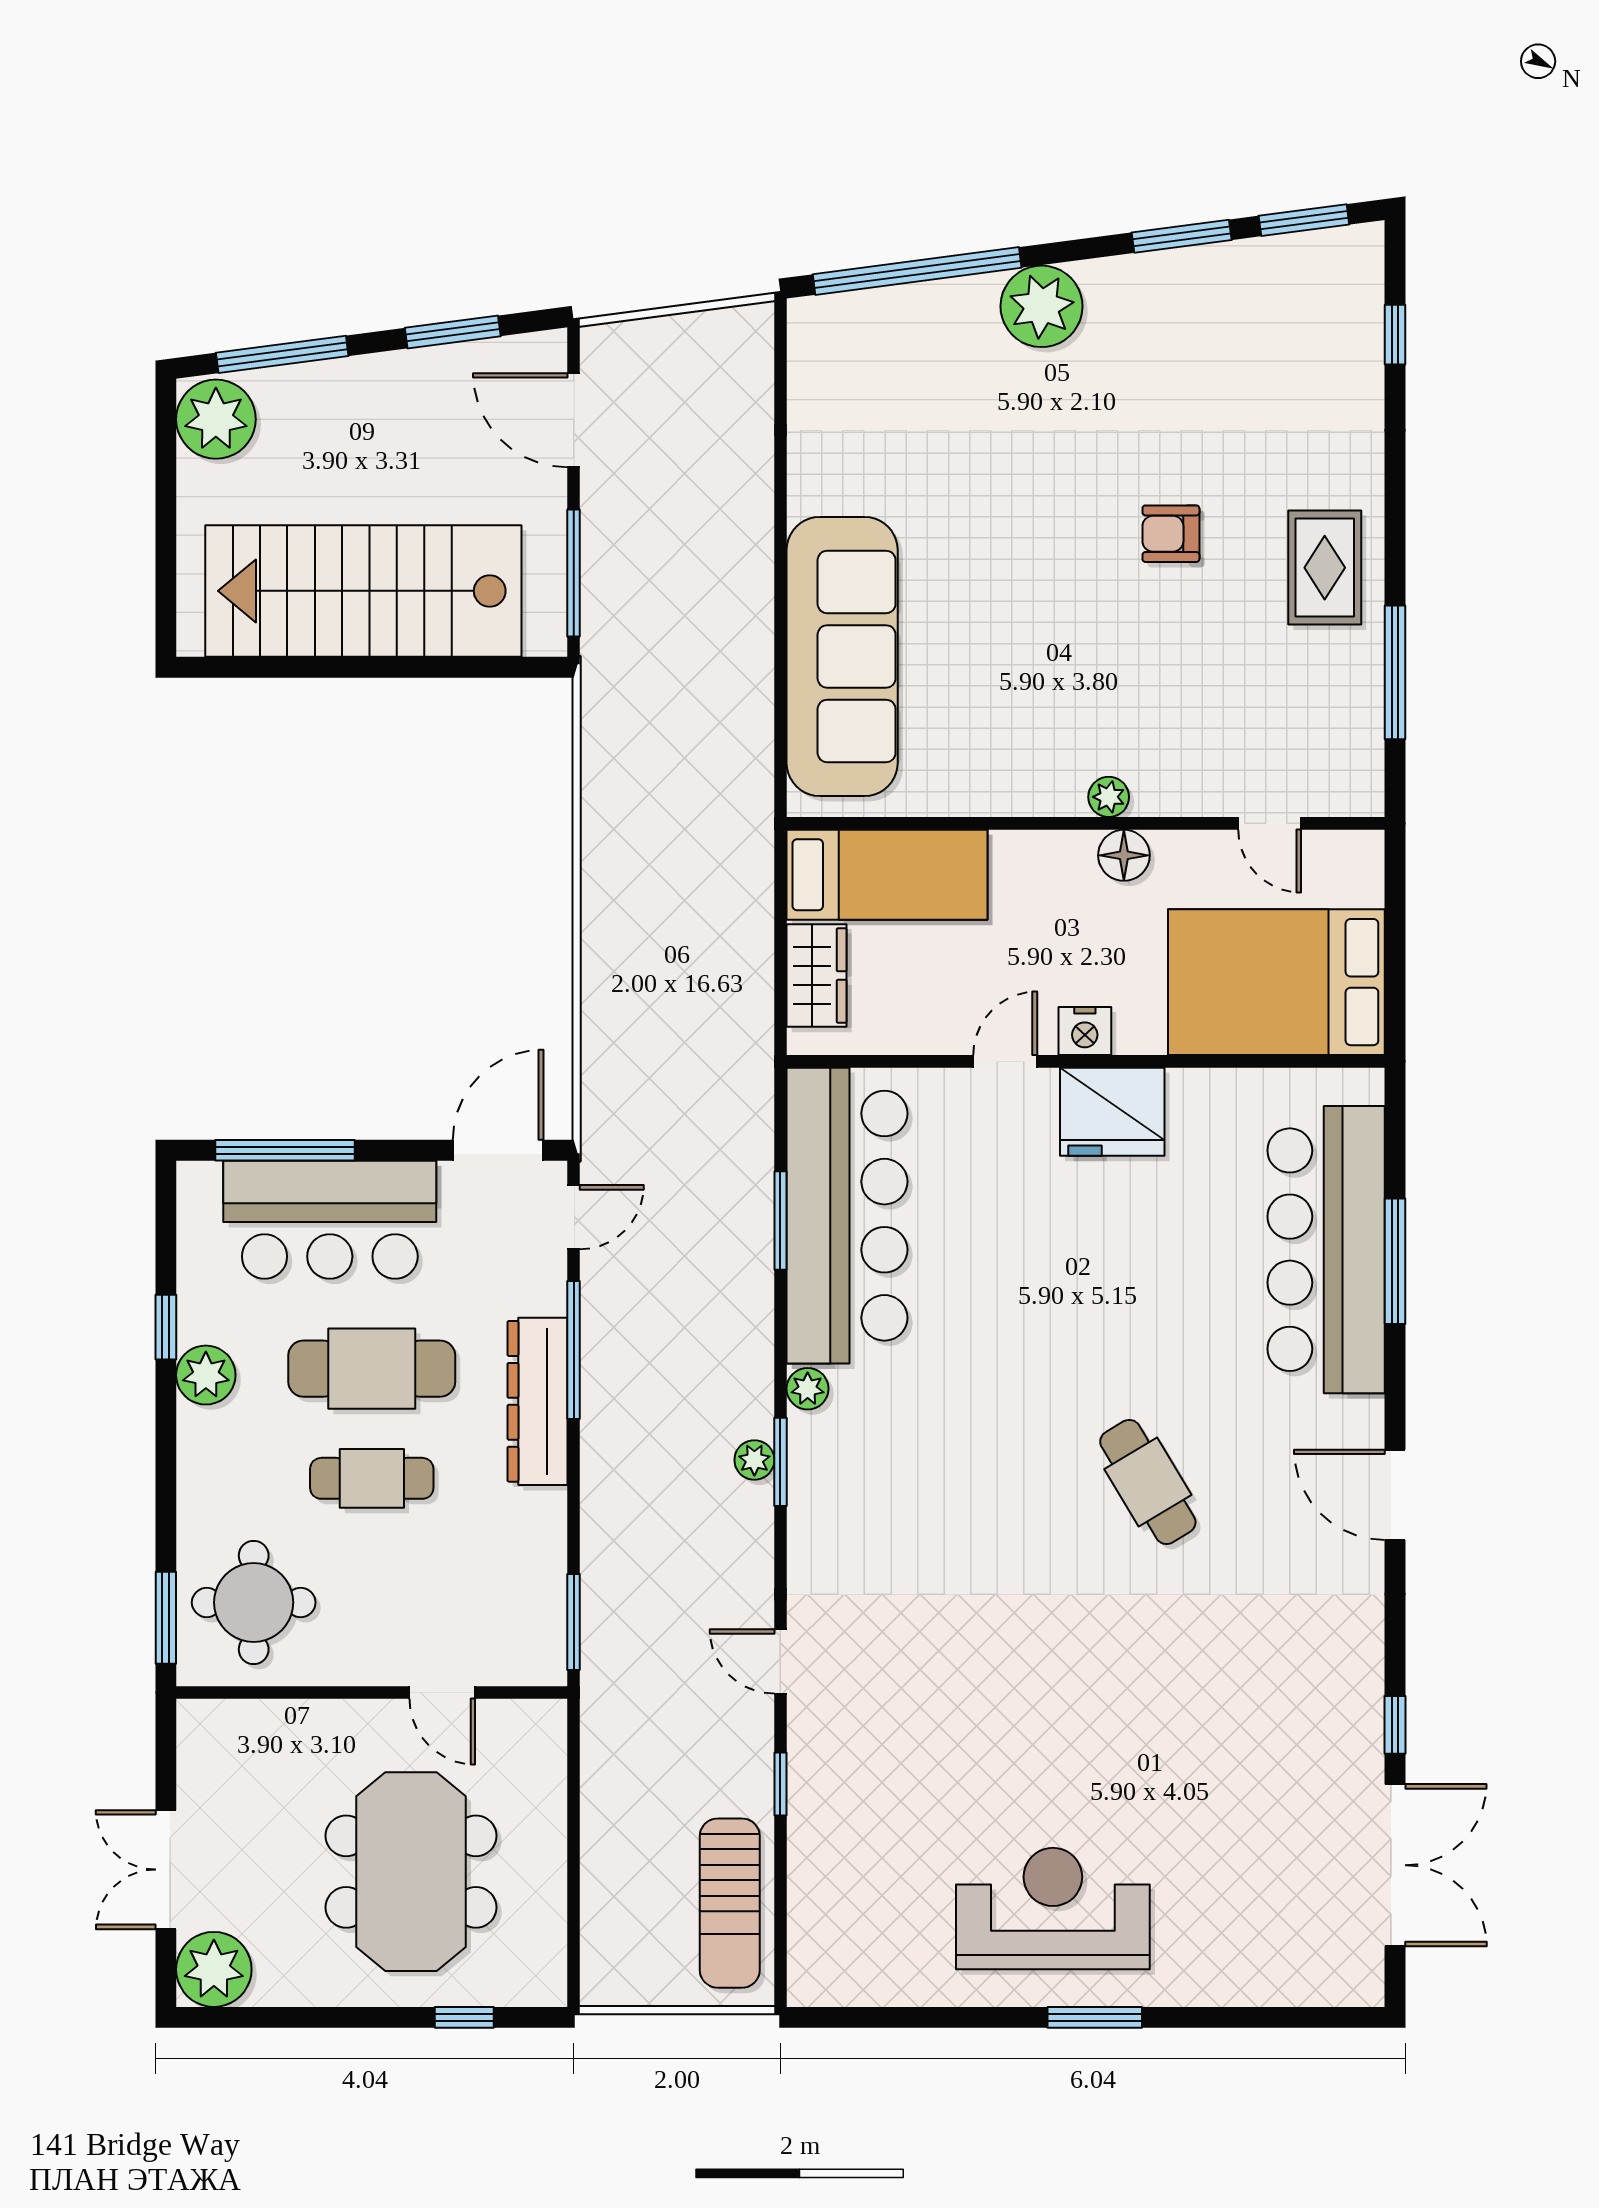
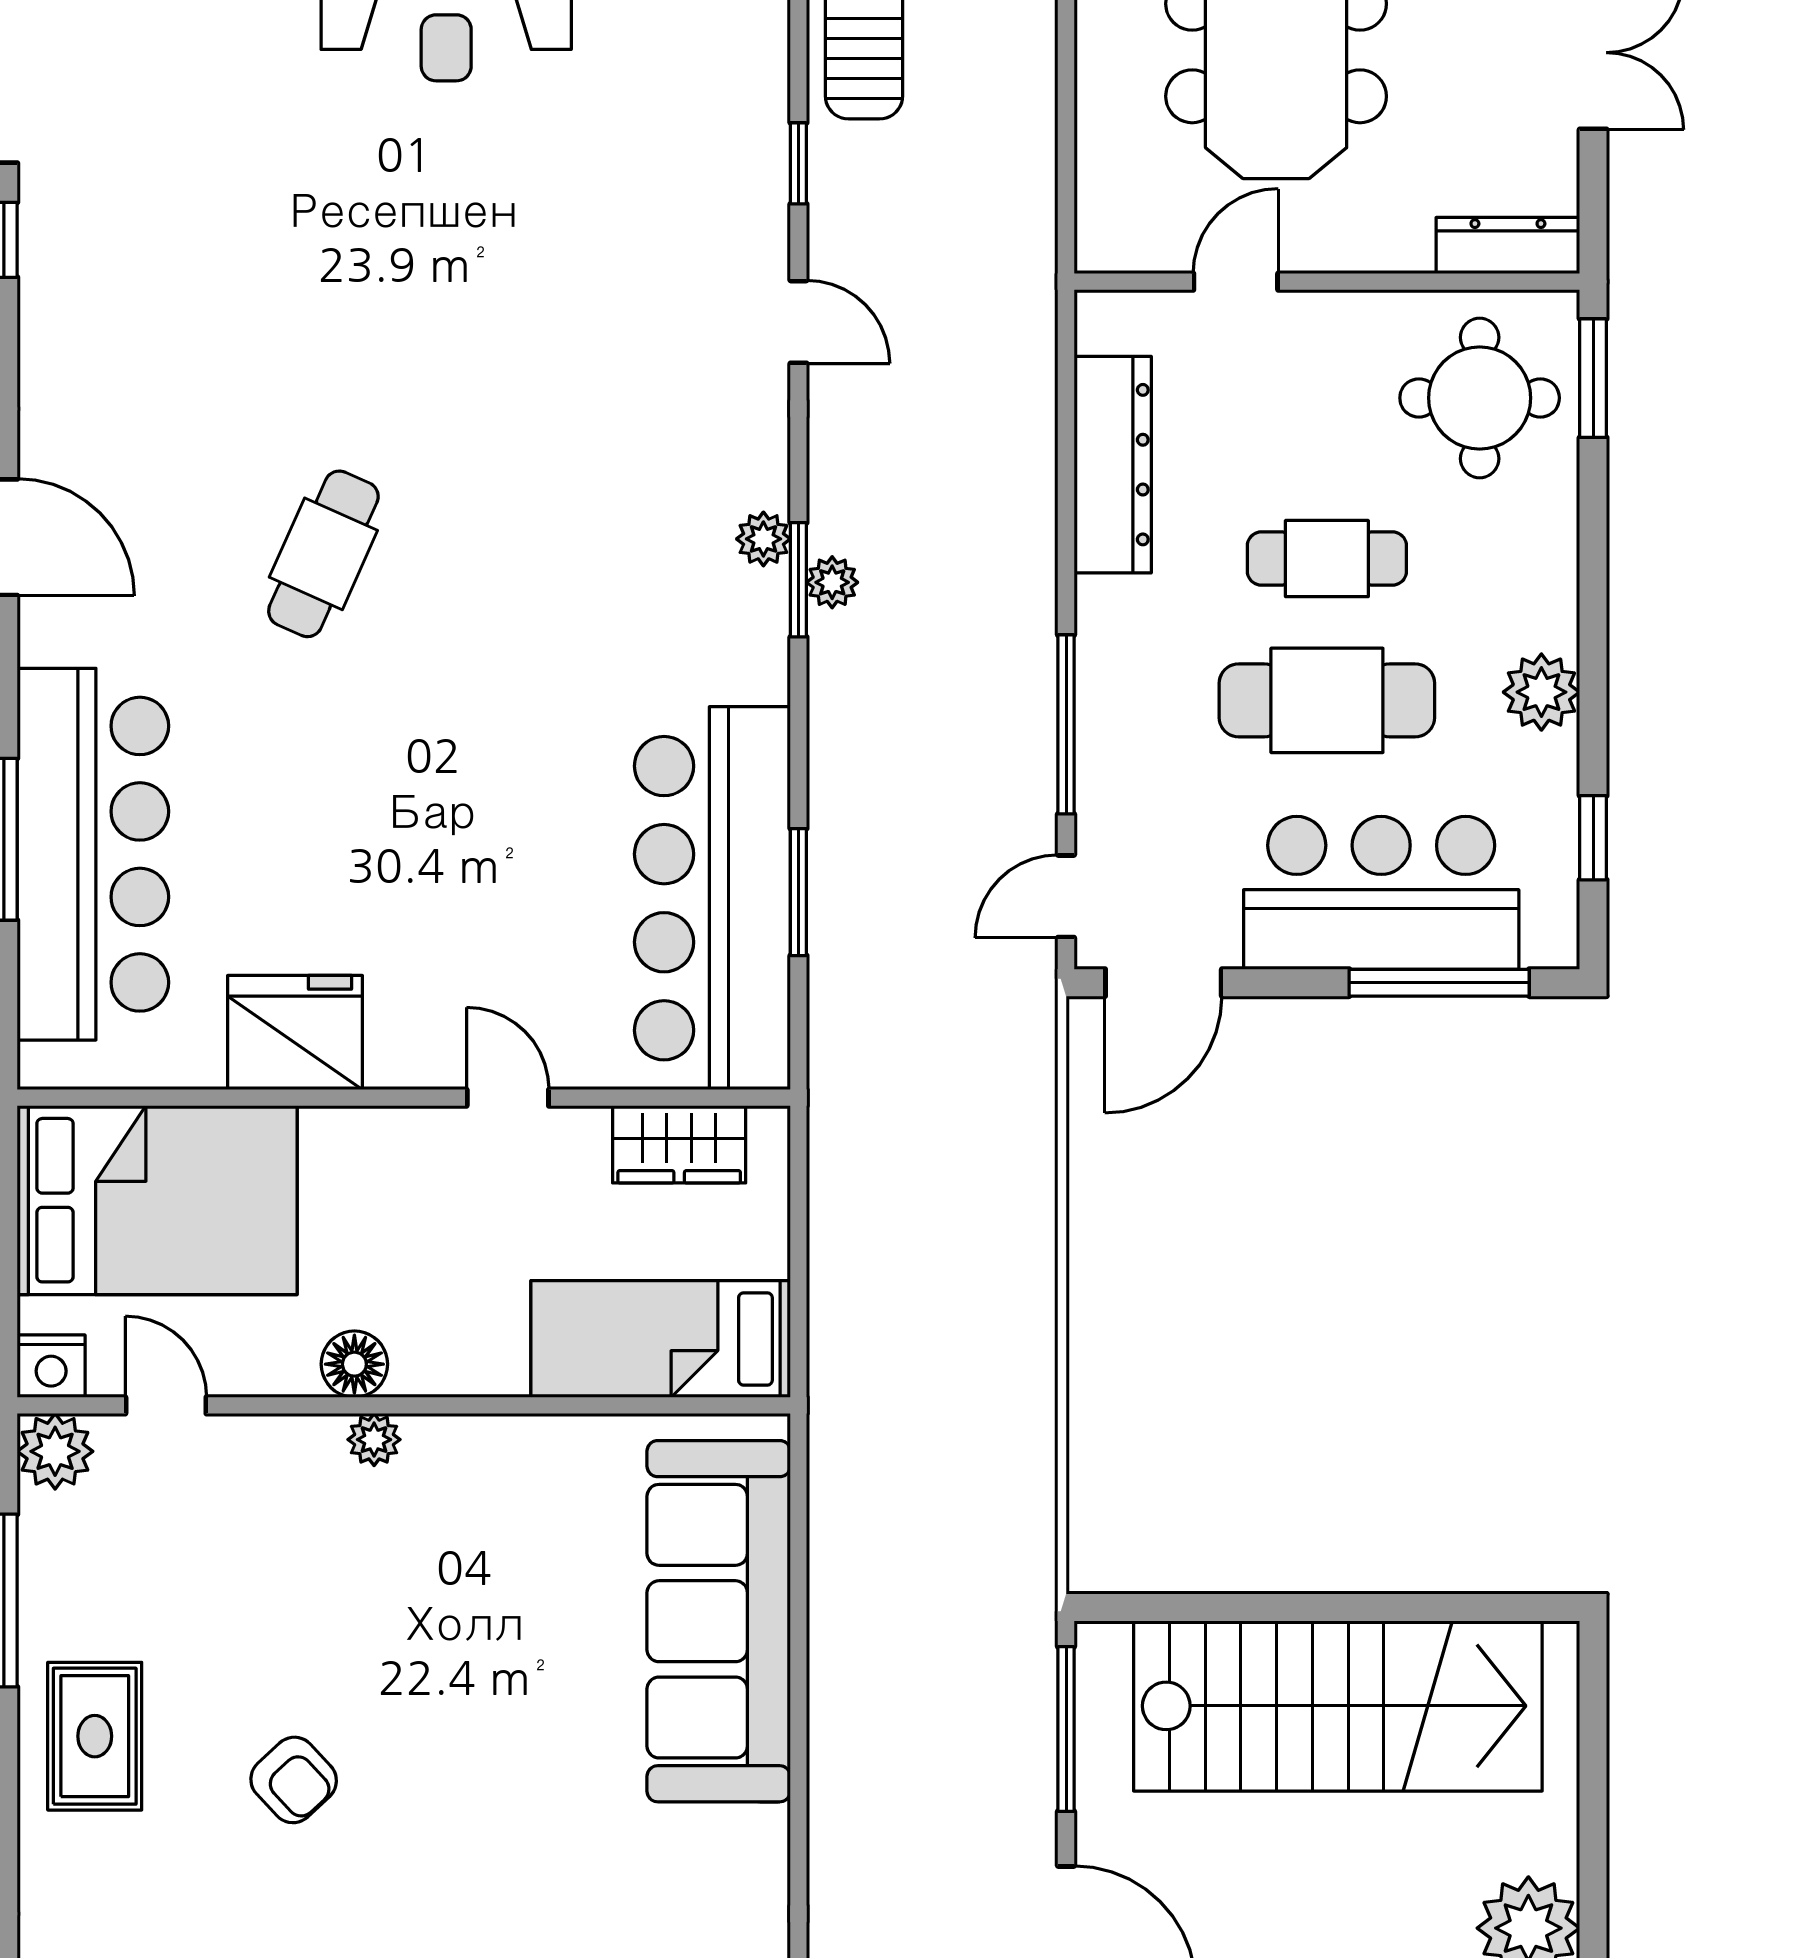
armchair: (1171, 534) -> (294, 1780), turned 47
plant: (1355, 788) -> (55, 1451), added
wardrobe: (817, 975) -> (679, 1144), moved, turned -90
nightstand: (1085, 1031) -> (51, 1366), moved, turned 180
door: (1005, 1061) -> (508, 1098), swing flipped
fridge: (1112, 1112) -> (295, 1033), moved
window: (166, 1327) -> (1593, 838), moved
plant: (808, 1389) -> (763, 539), moved
dresser: (537, 1401) -> (1113, 465), moved
cafe table: (1148, 1482) -> (323, 554), turned 55
window: (574, 1622) -> (1066, 373), removed
door: (442, 1692) -> (1236, 282), hinge flipped
dresser: (232, 1720) -> (1508, 246), added

